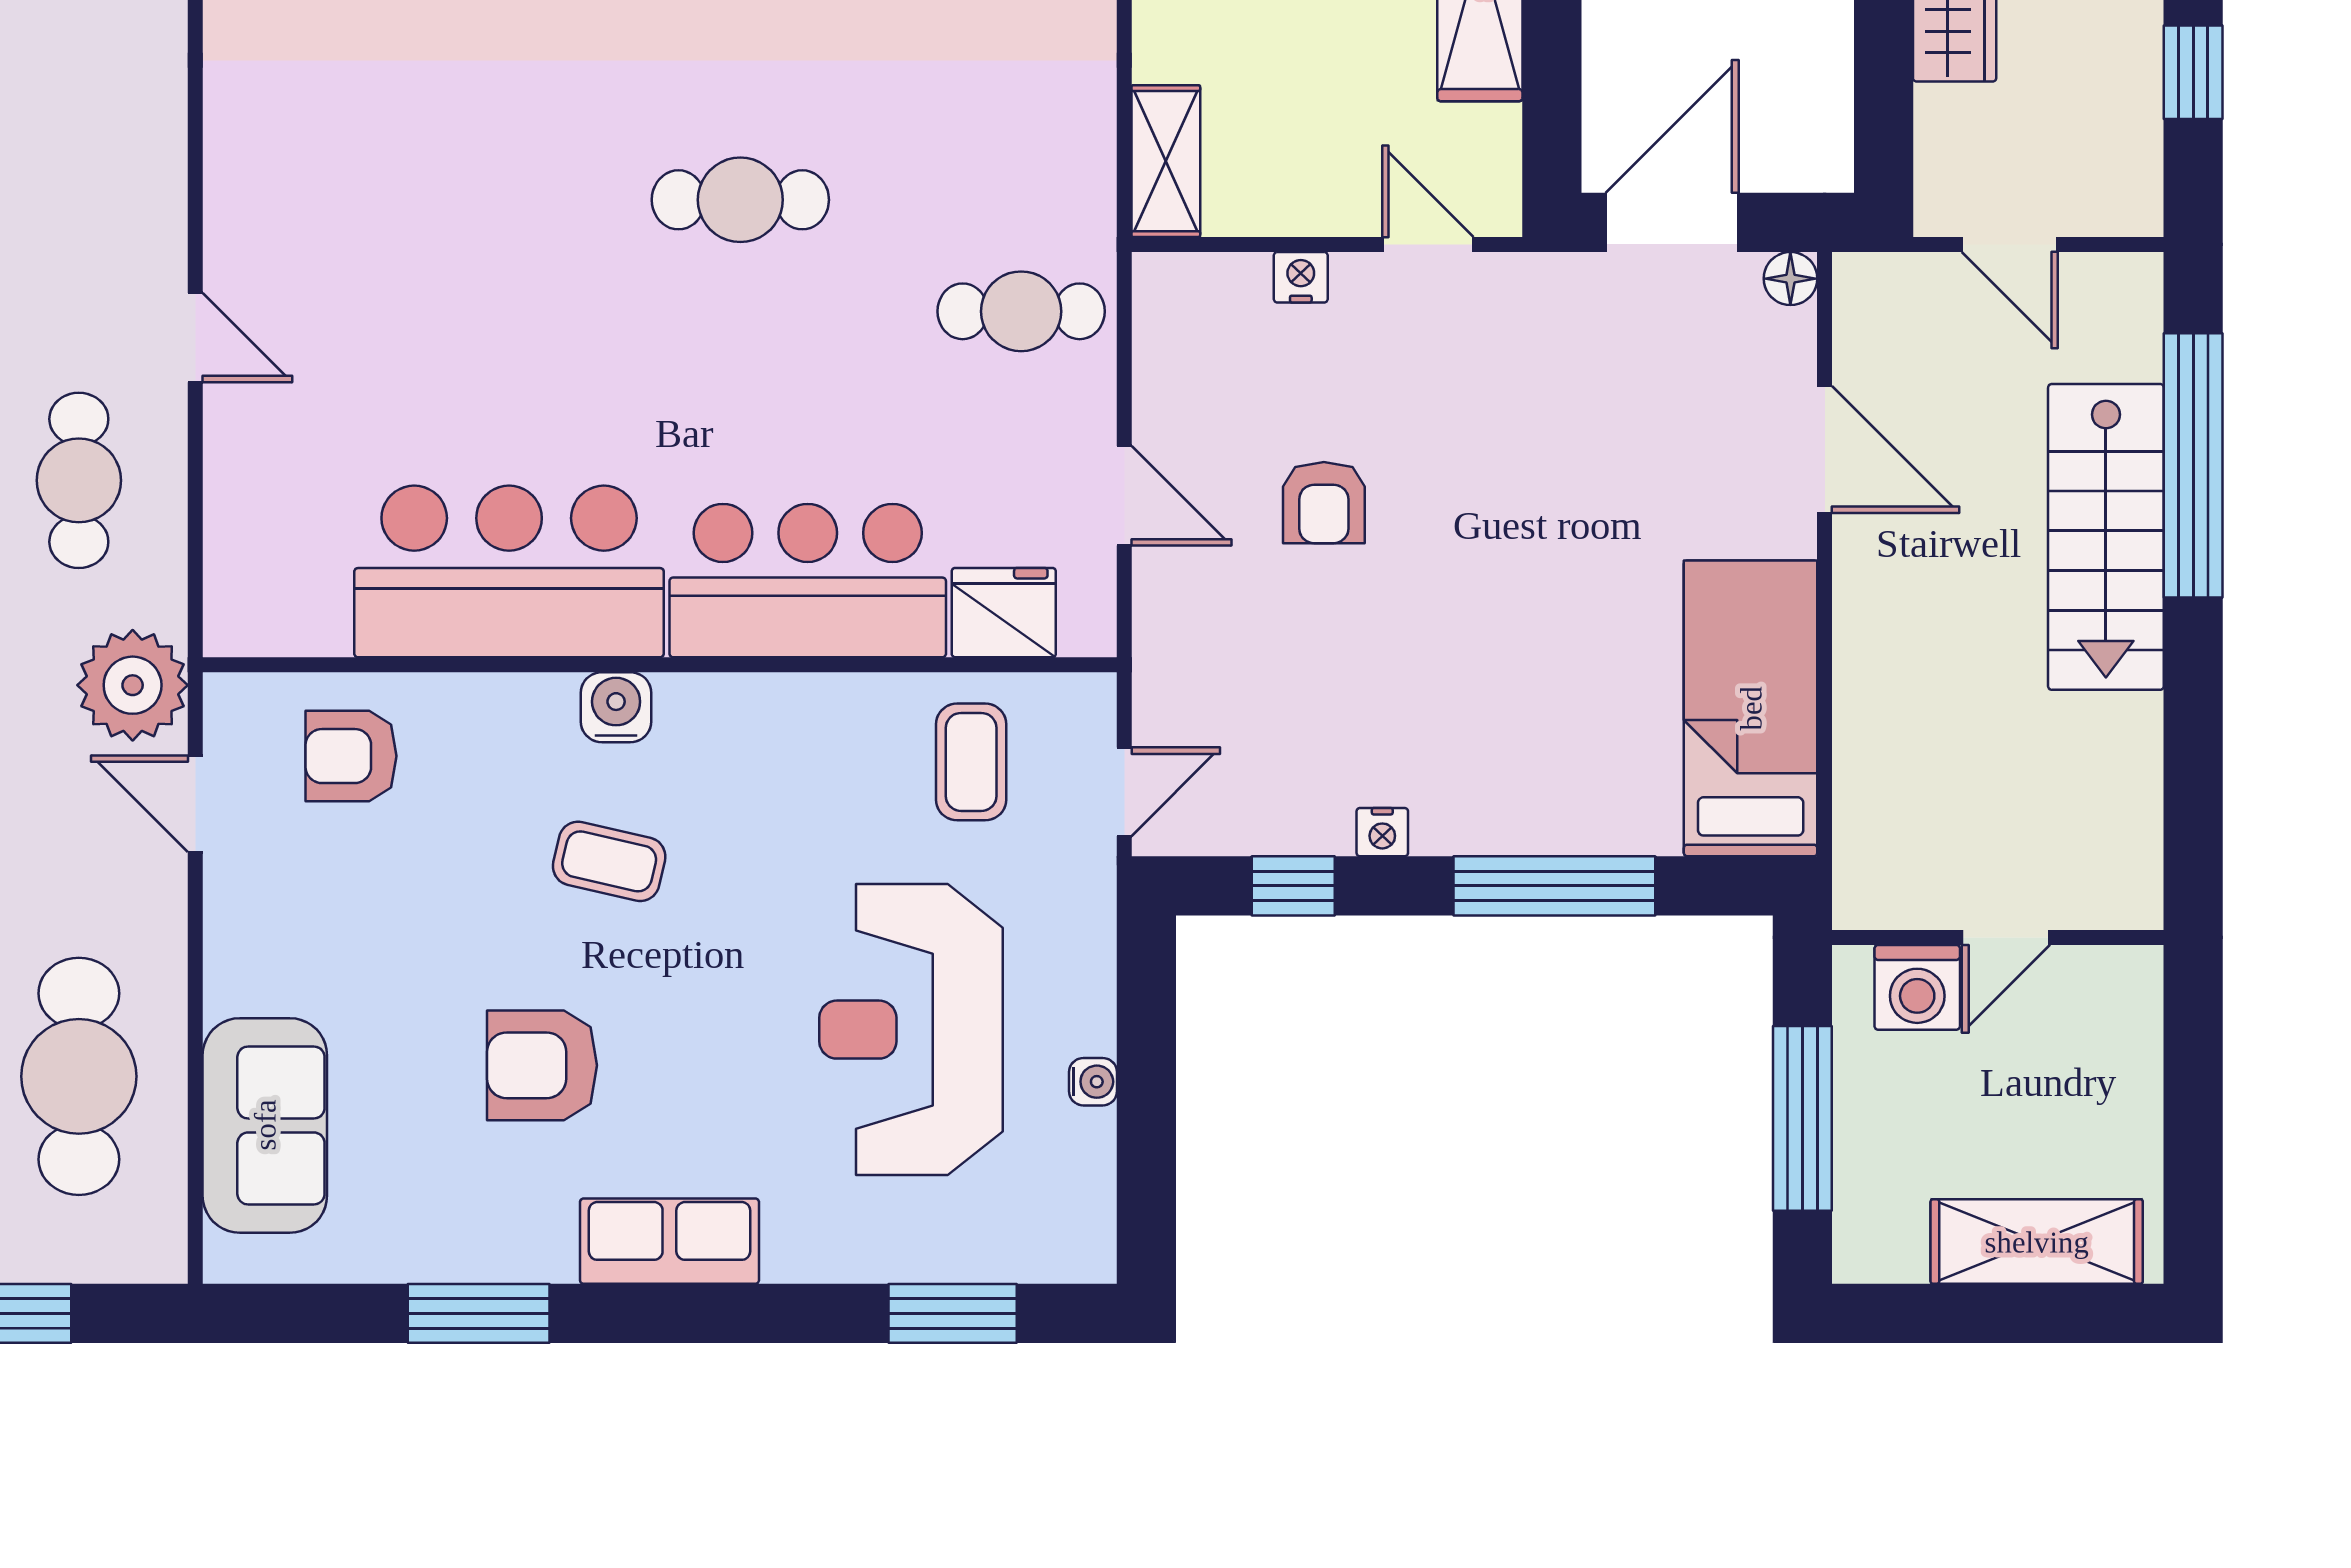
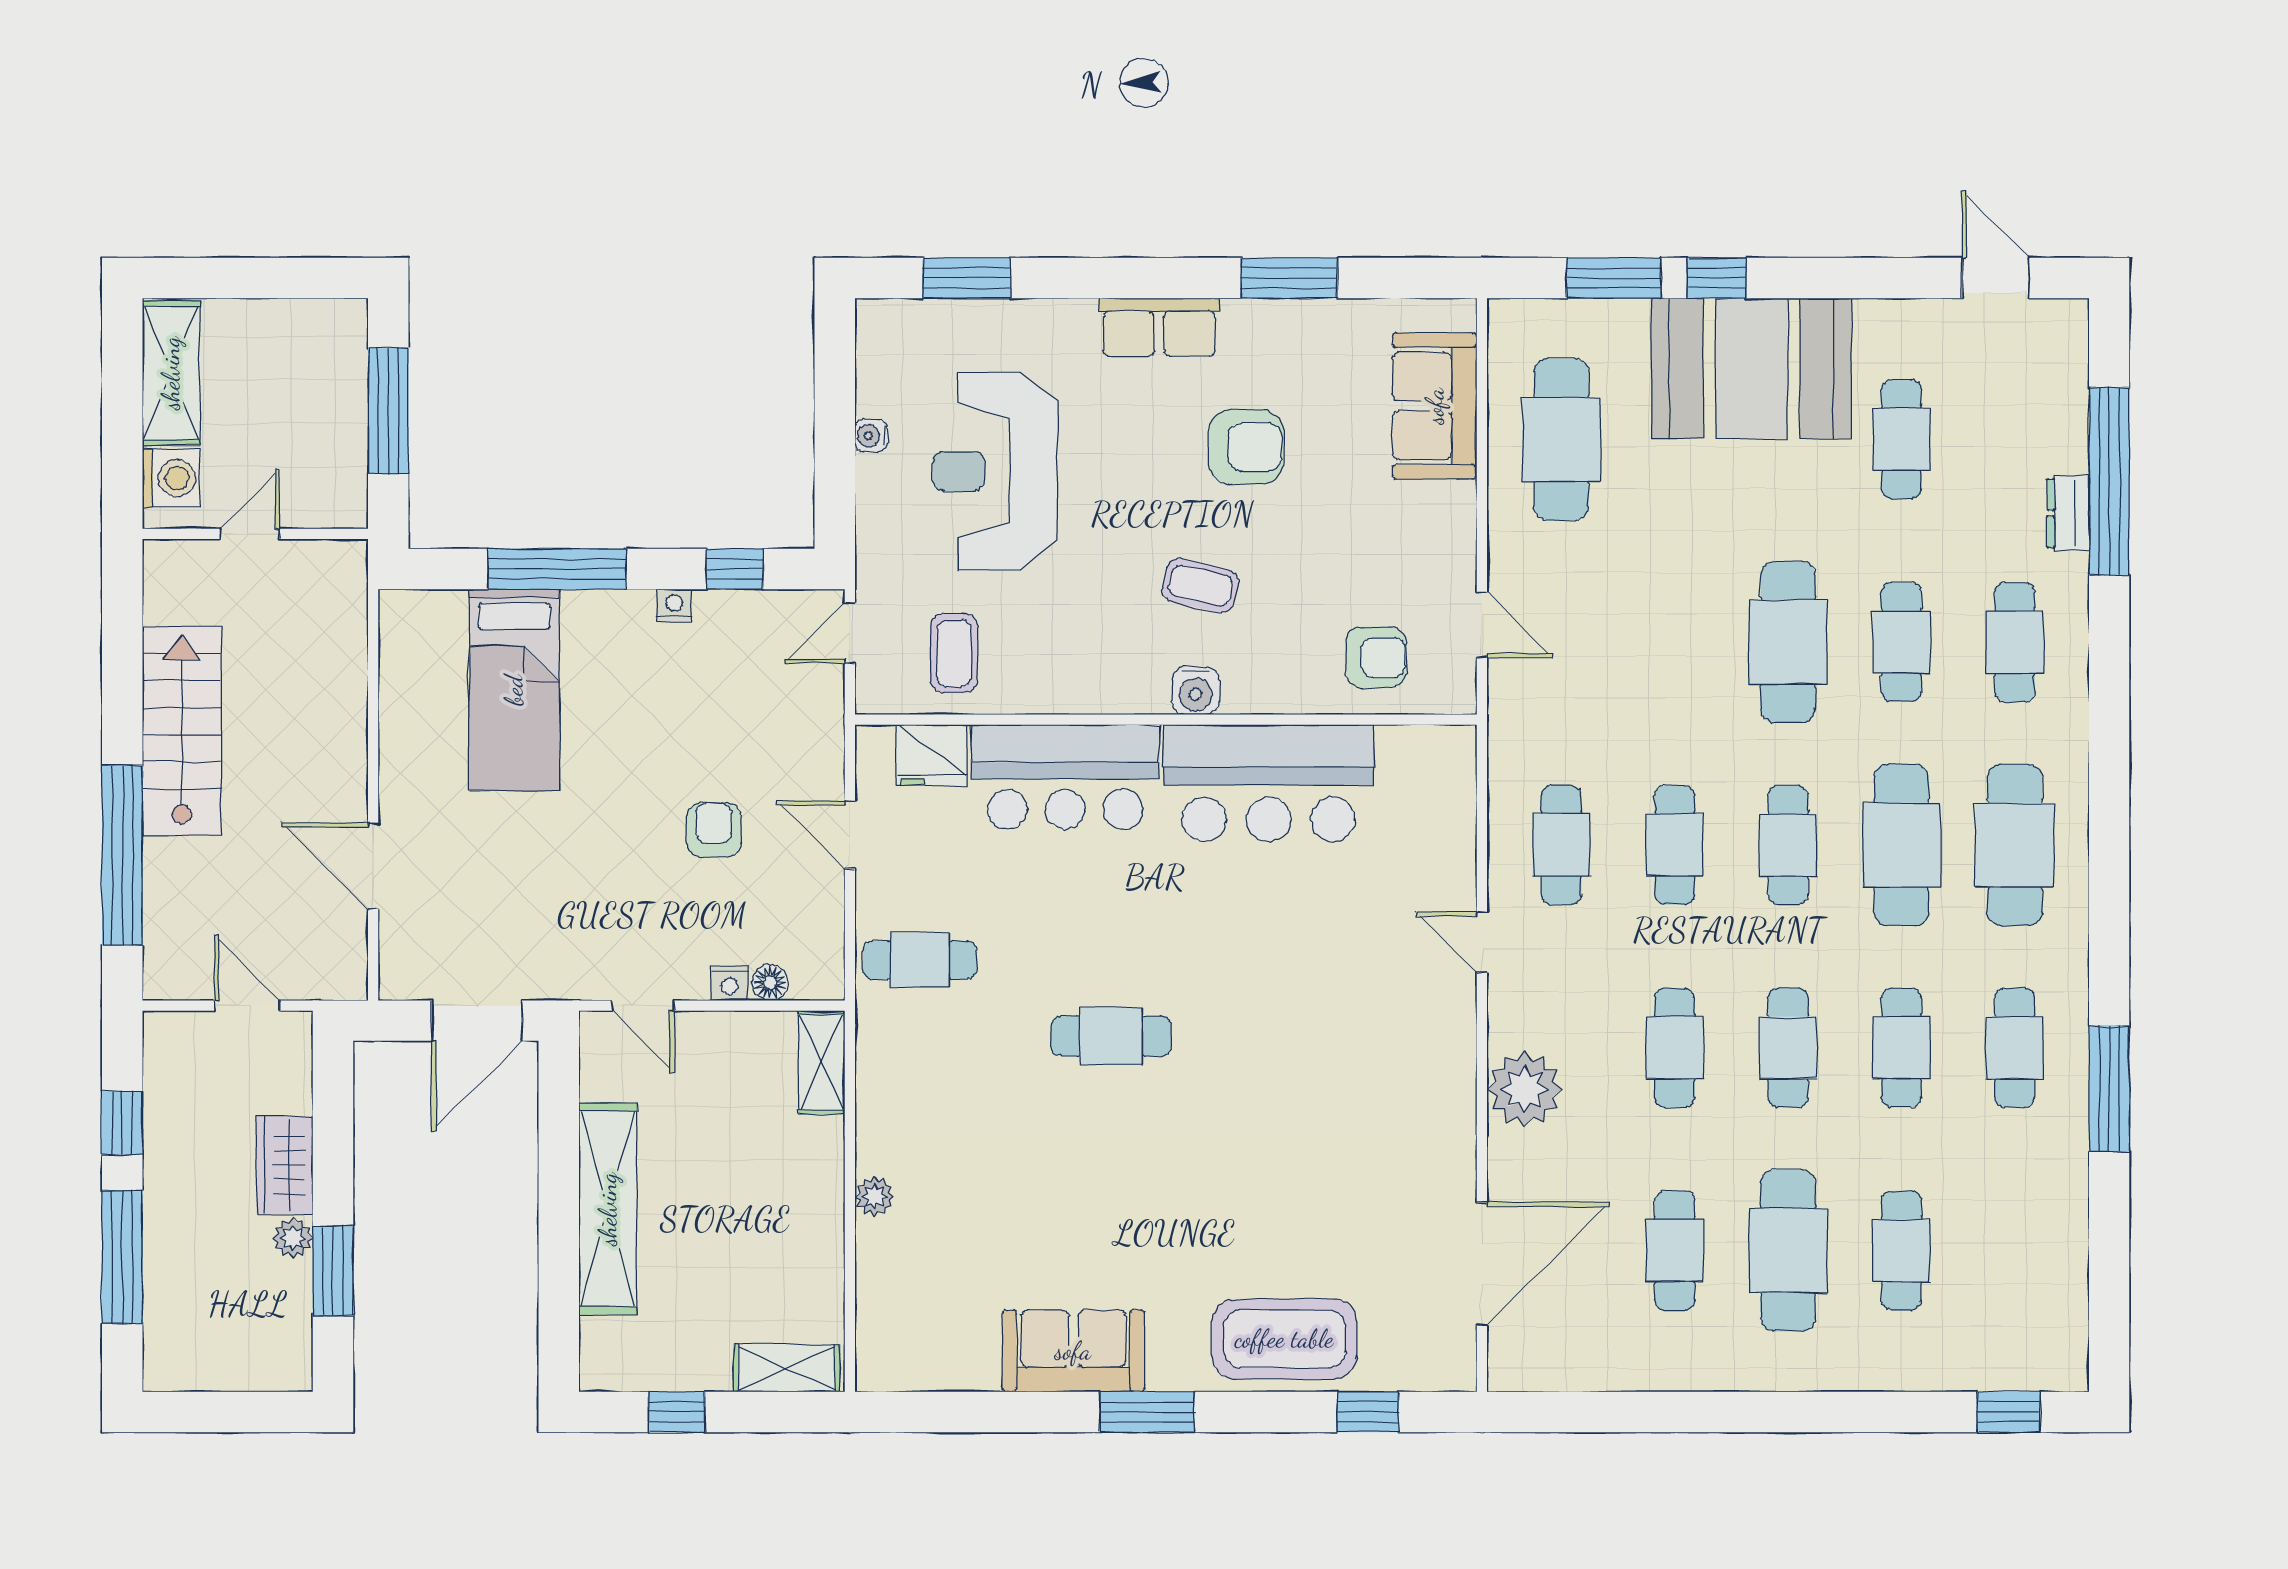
floor lamp: (1790, 279) -> (770, 982), moved
stairs: (2106, 537) -> (182, 731), moved
plant: (133, 685) -> (1525, 1089), moved
bed: (1751, 708) -> (514, 690), moved
washing machine: (1917, 987) -> (171, 478), moved, turned 90
reception desk: (911, 1030) -> (995, 471), turned 180
shelving: (2037, 1242) -> (171, 373), moved, turned 90

